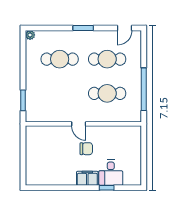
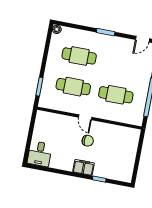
cafe table: (107, 59) -> (73, 87), moved
desk: (111, 173) -> (40, 154), moved

